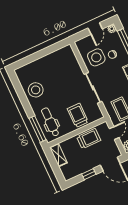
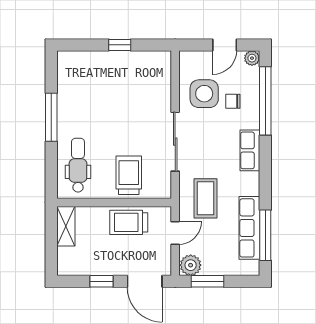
window: (43, 53) -> (120, 45), added
stool: (36, 90) -> (79, 101), removed
window: (37, 129) -> (51, 117), moved
trolley: (89, 139) -> (129, 222), turned 180

